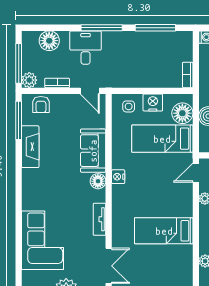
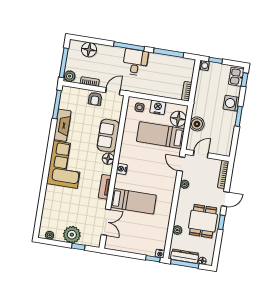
desk: (86, 48) -> (135, 62), moved
door: (90, 91) -> (113, 91), swing flipped
armchair: (41, 105) -> (95, 99), moved
door: (196, 173) -> (181, 164), hinge flipped
nightstand: (118, 177) -> (122, 169), moved
bed: (164, 231) -> (133, 201), moved, turned 180
corner sofa: (42, 240) -> (65, 165), moved

